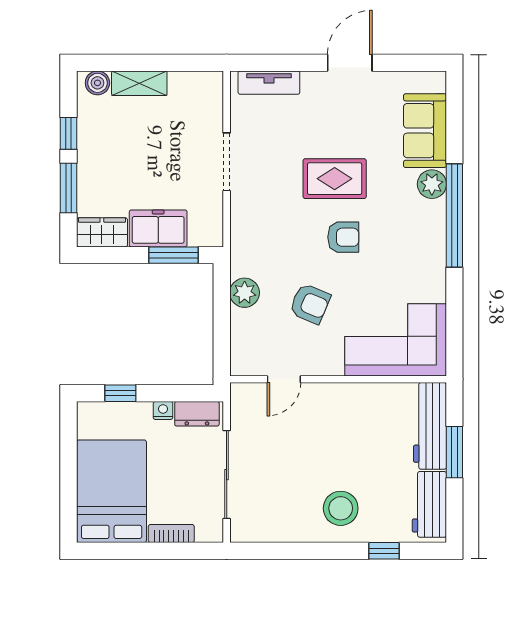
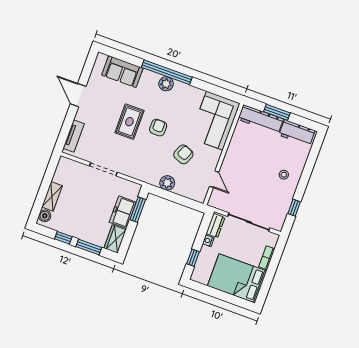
plant: (432, 184) -> (166, 84), moved
stool: (341, 508) -> (284, 175), width x0.53, depth x0.53
window: (384, 551) -> (294, 208), moved

